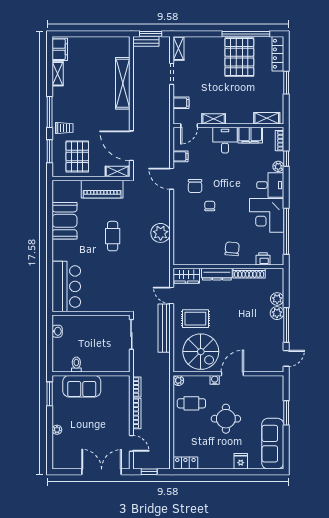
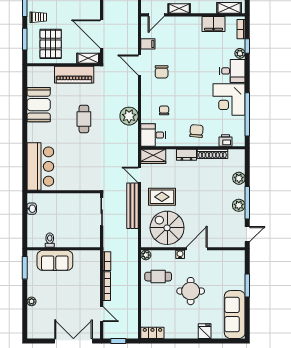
desk: (225, 140) -> (153, 135), moved, turned -90
chair: (210, 206) -> (164, 110), moved
dresser: (217, 274) -> (186, 155), width x0.70
plant: (277, 313) -> (239, 205), moved
spiral stairs: (201, 352) -> (167, 228), turned 180

